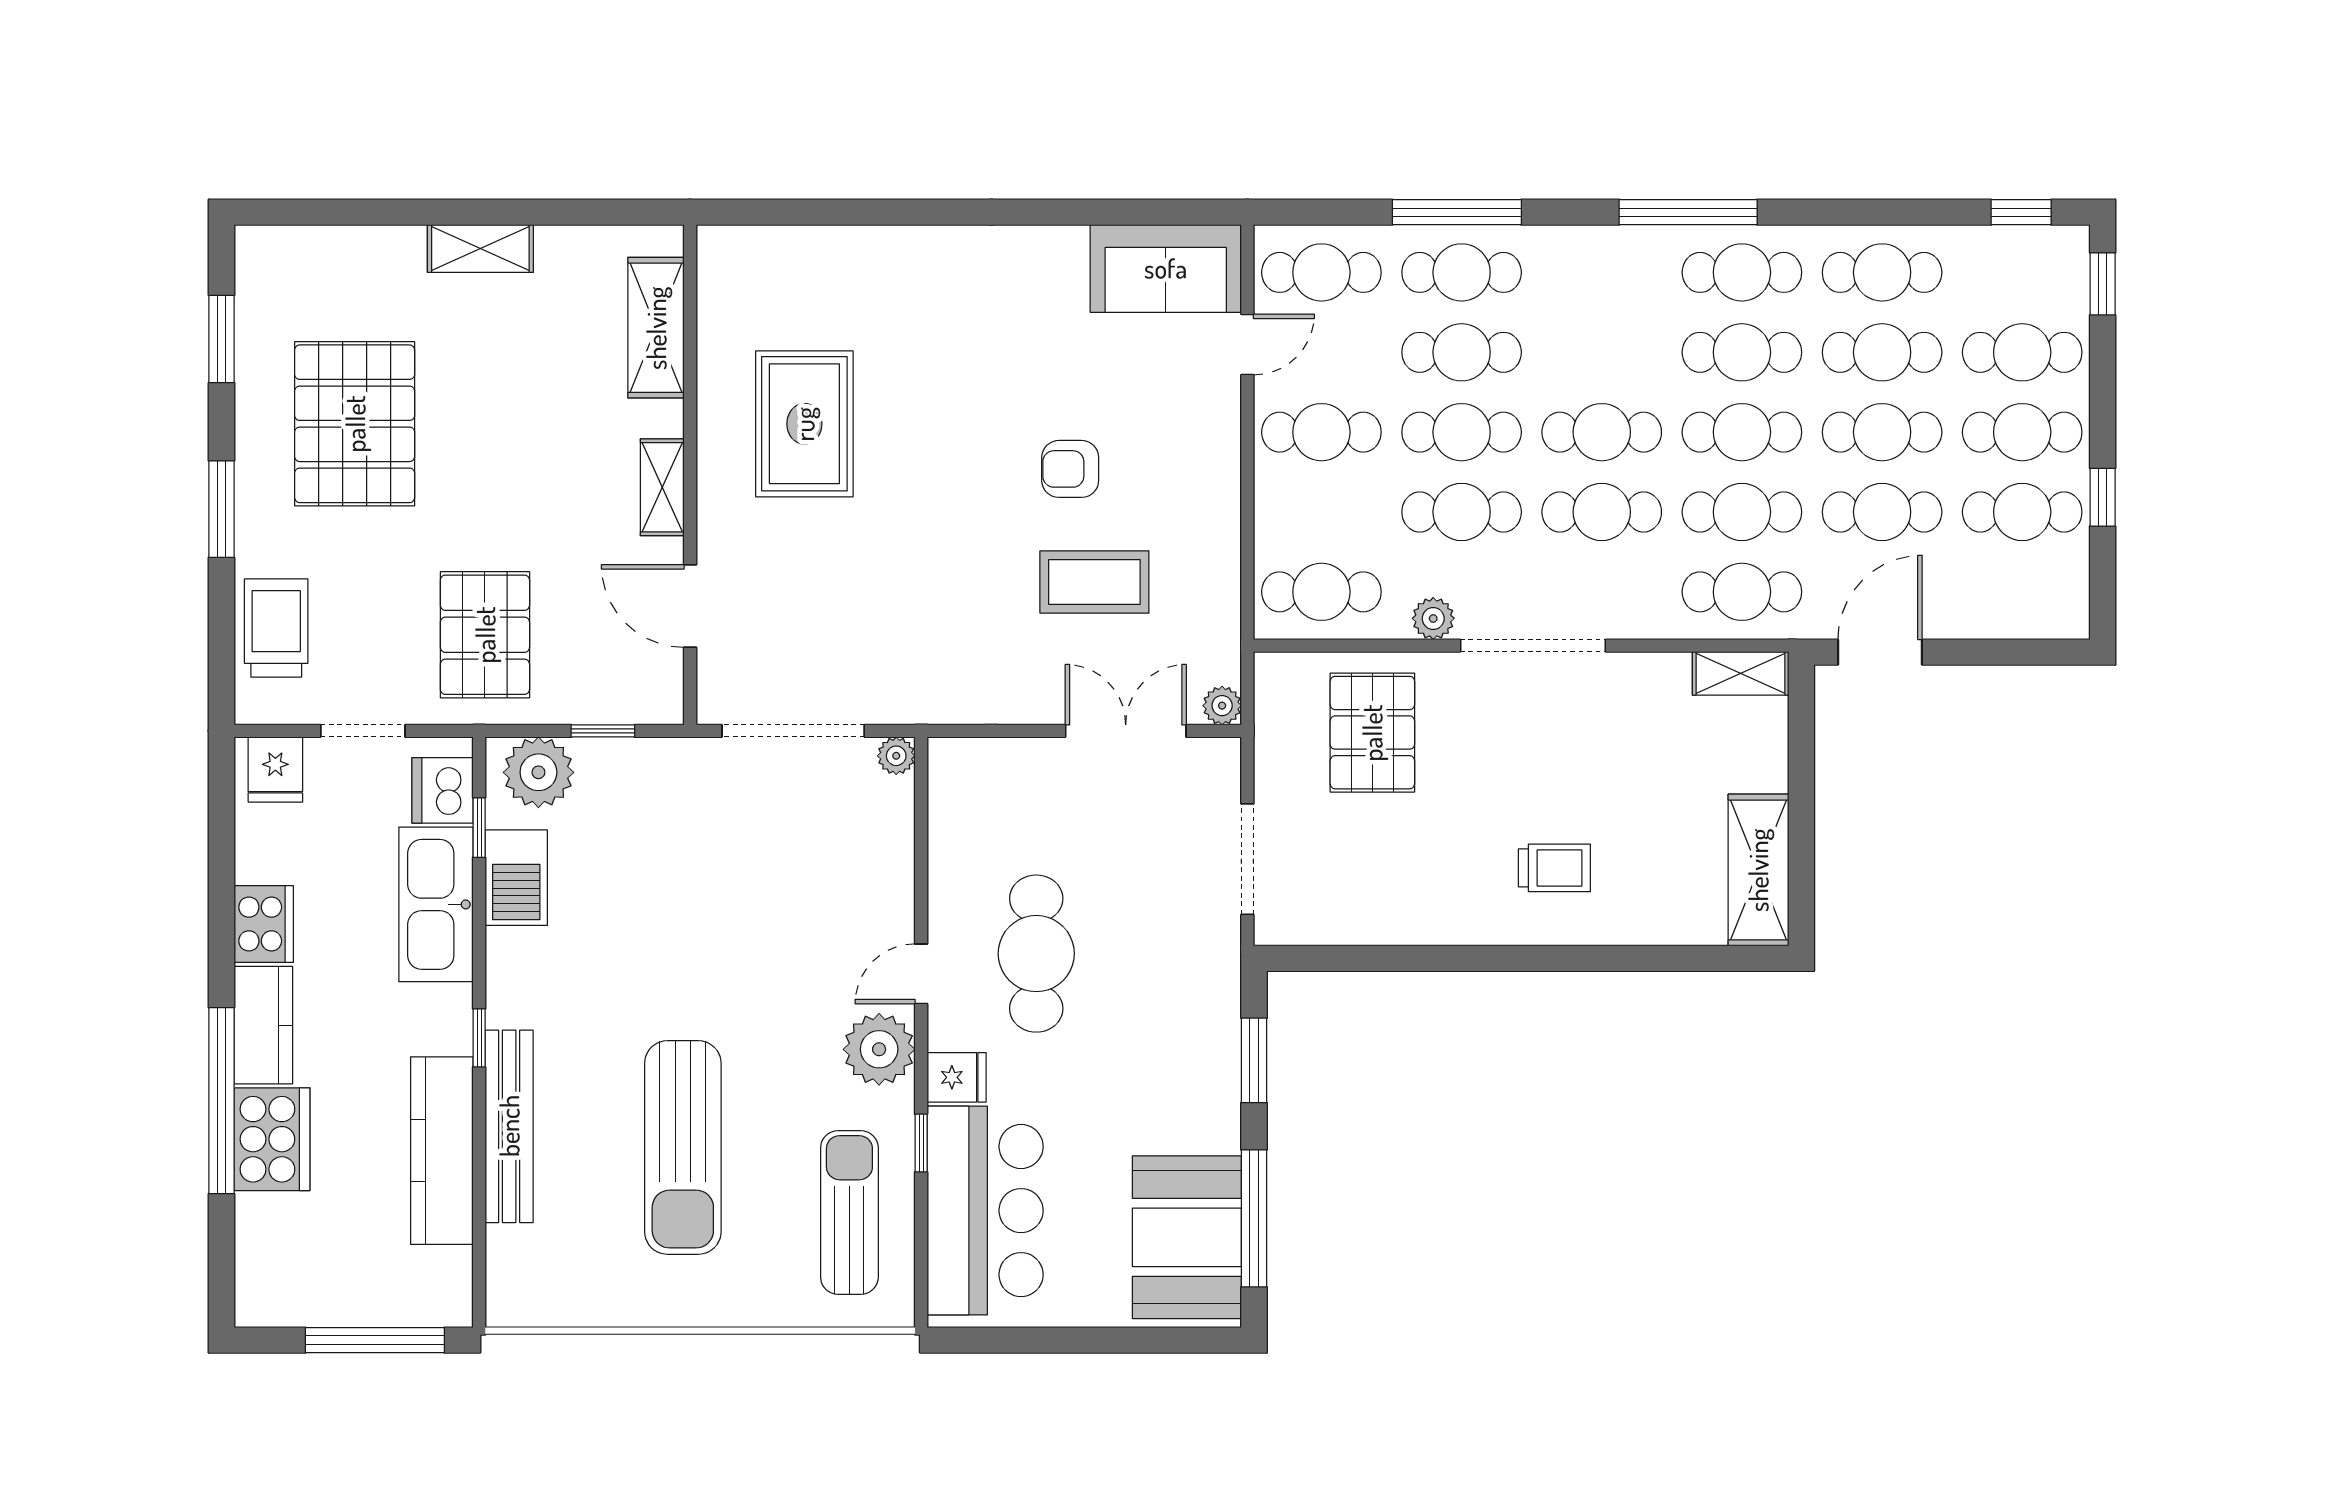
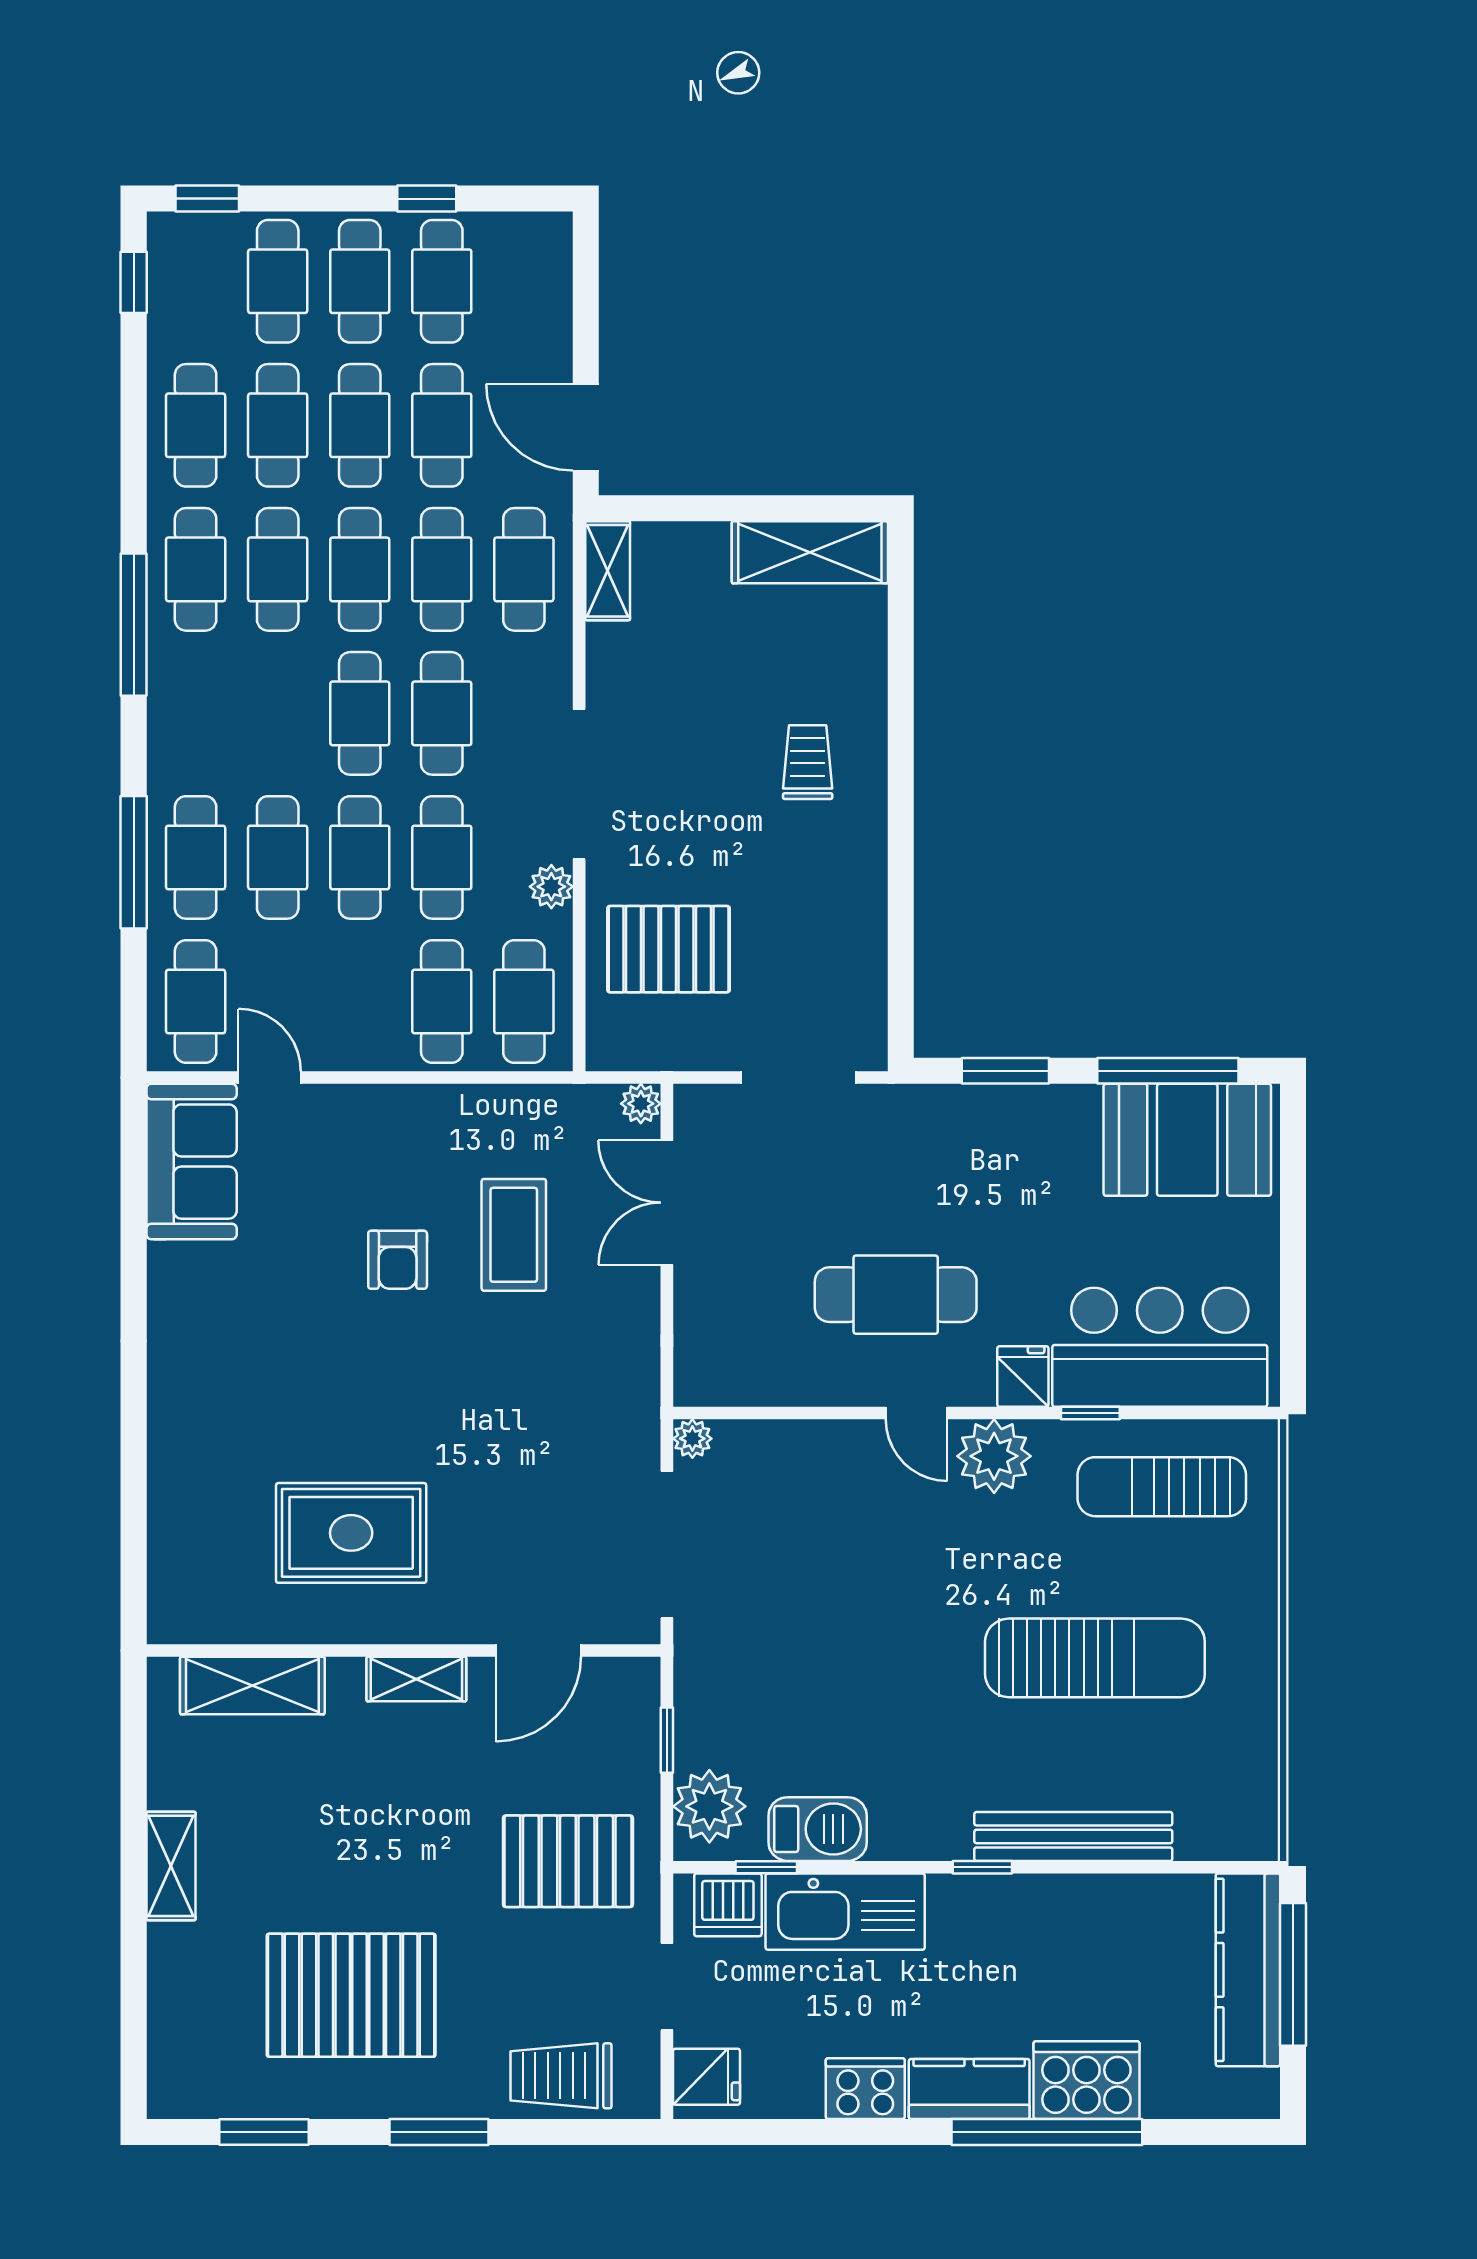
cafe table: (1321, 432) -> (442, 1002), moved
kitchen counter: (442, 1151) -> (1248, 1970), moved, turned 90

